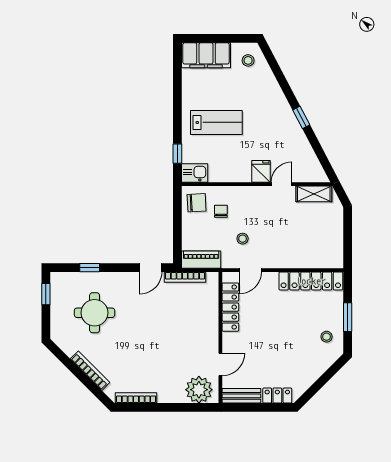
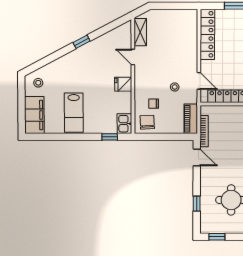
lab bench: (216, 122) -> (74, 113), moved, turned 180
fridge: (261, 171) -> (123, 84), moved

